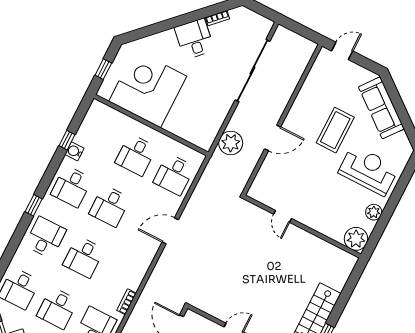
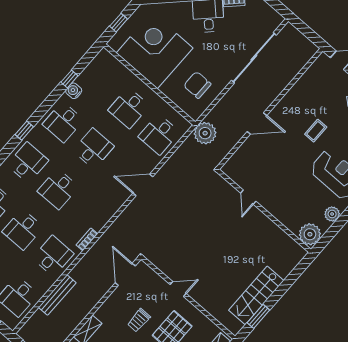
chair: (201, 113) -> (197, 85), added
coffee table: (335, 130) -> (316, 131), width x0.54, depth x0.58
plant: (231, 143) -> (205, 133), moved
desk: (110, 206) -> (93, 148), turned 180

